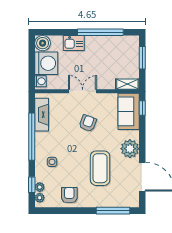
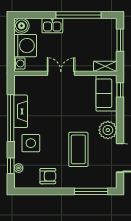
fireplace: (42, 115) -> (21, 111), moved
armchair: (88, 123) -> (66, 105), removed
side table: (52, 162) -> (31, 143), width x1.87, depth x1.87
armchair: (69, 195) -> (48, 176), turned 90
plant: (40, 198) -> (19, 179), removed

